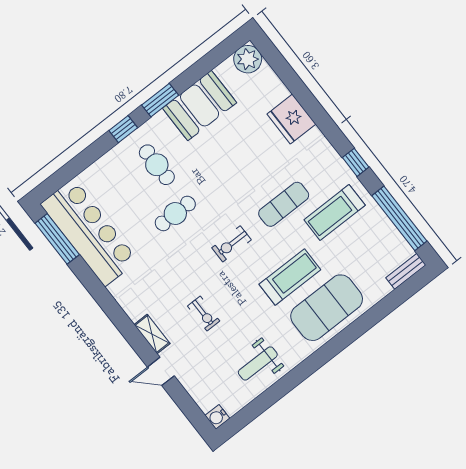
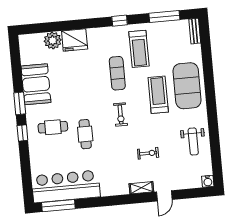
plant: (248, 59) -> (53, 40), moved
window: (399, 218) -> (164, 16), width x0.68

